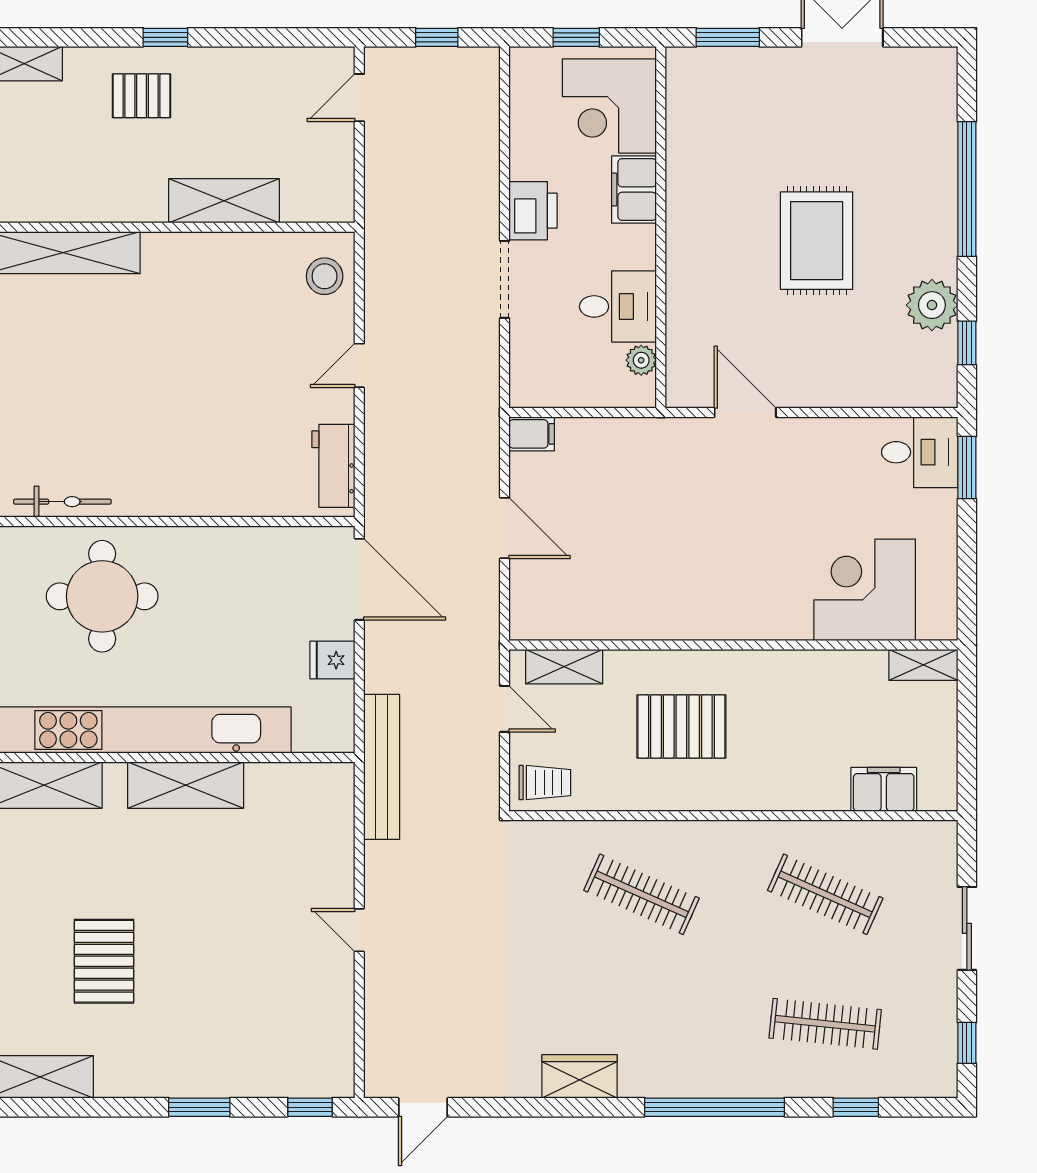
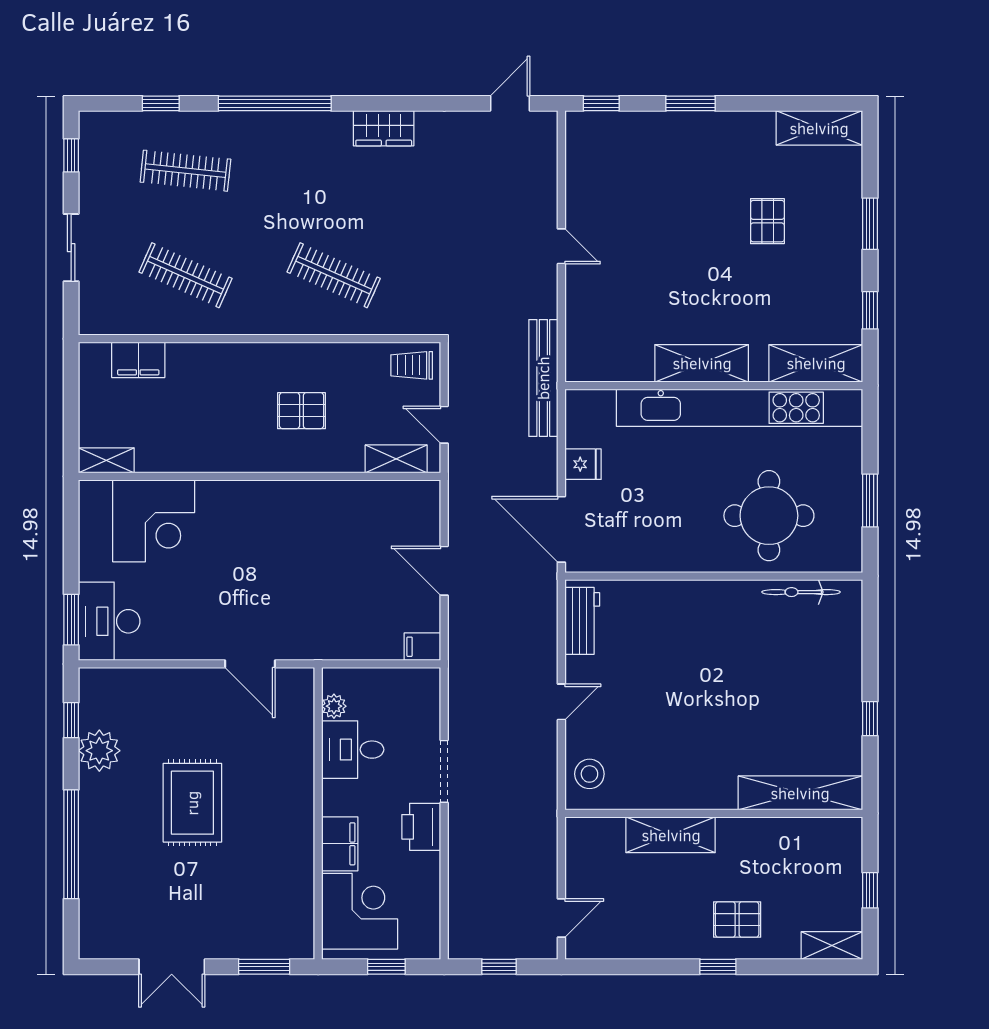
desk: (920, 452) -> (109, 621), width x1.37
pallet: (681, 726) -> (301, 411), width x0.67, depth x0.71
pallet: (104, 961) -> (767, 221), width x0.67, depth x0.71

